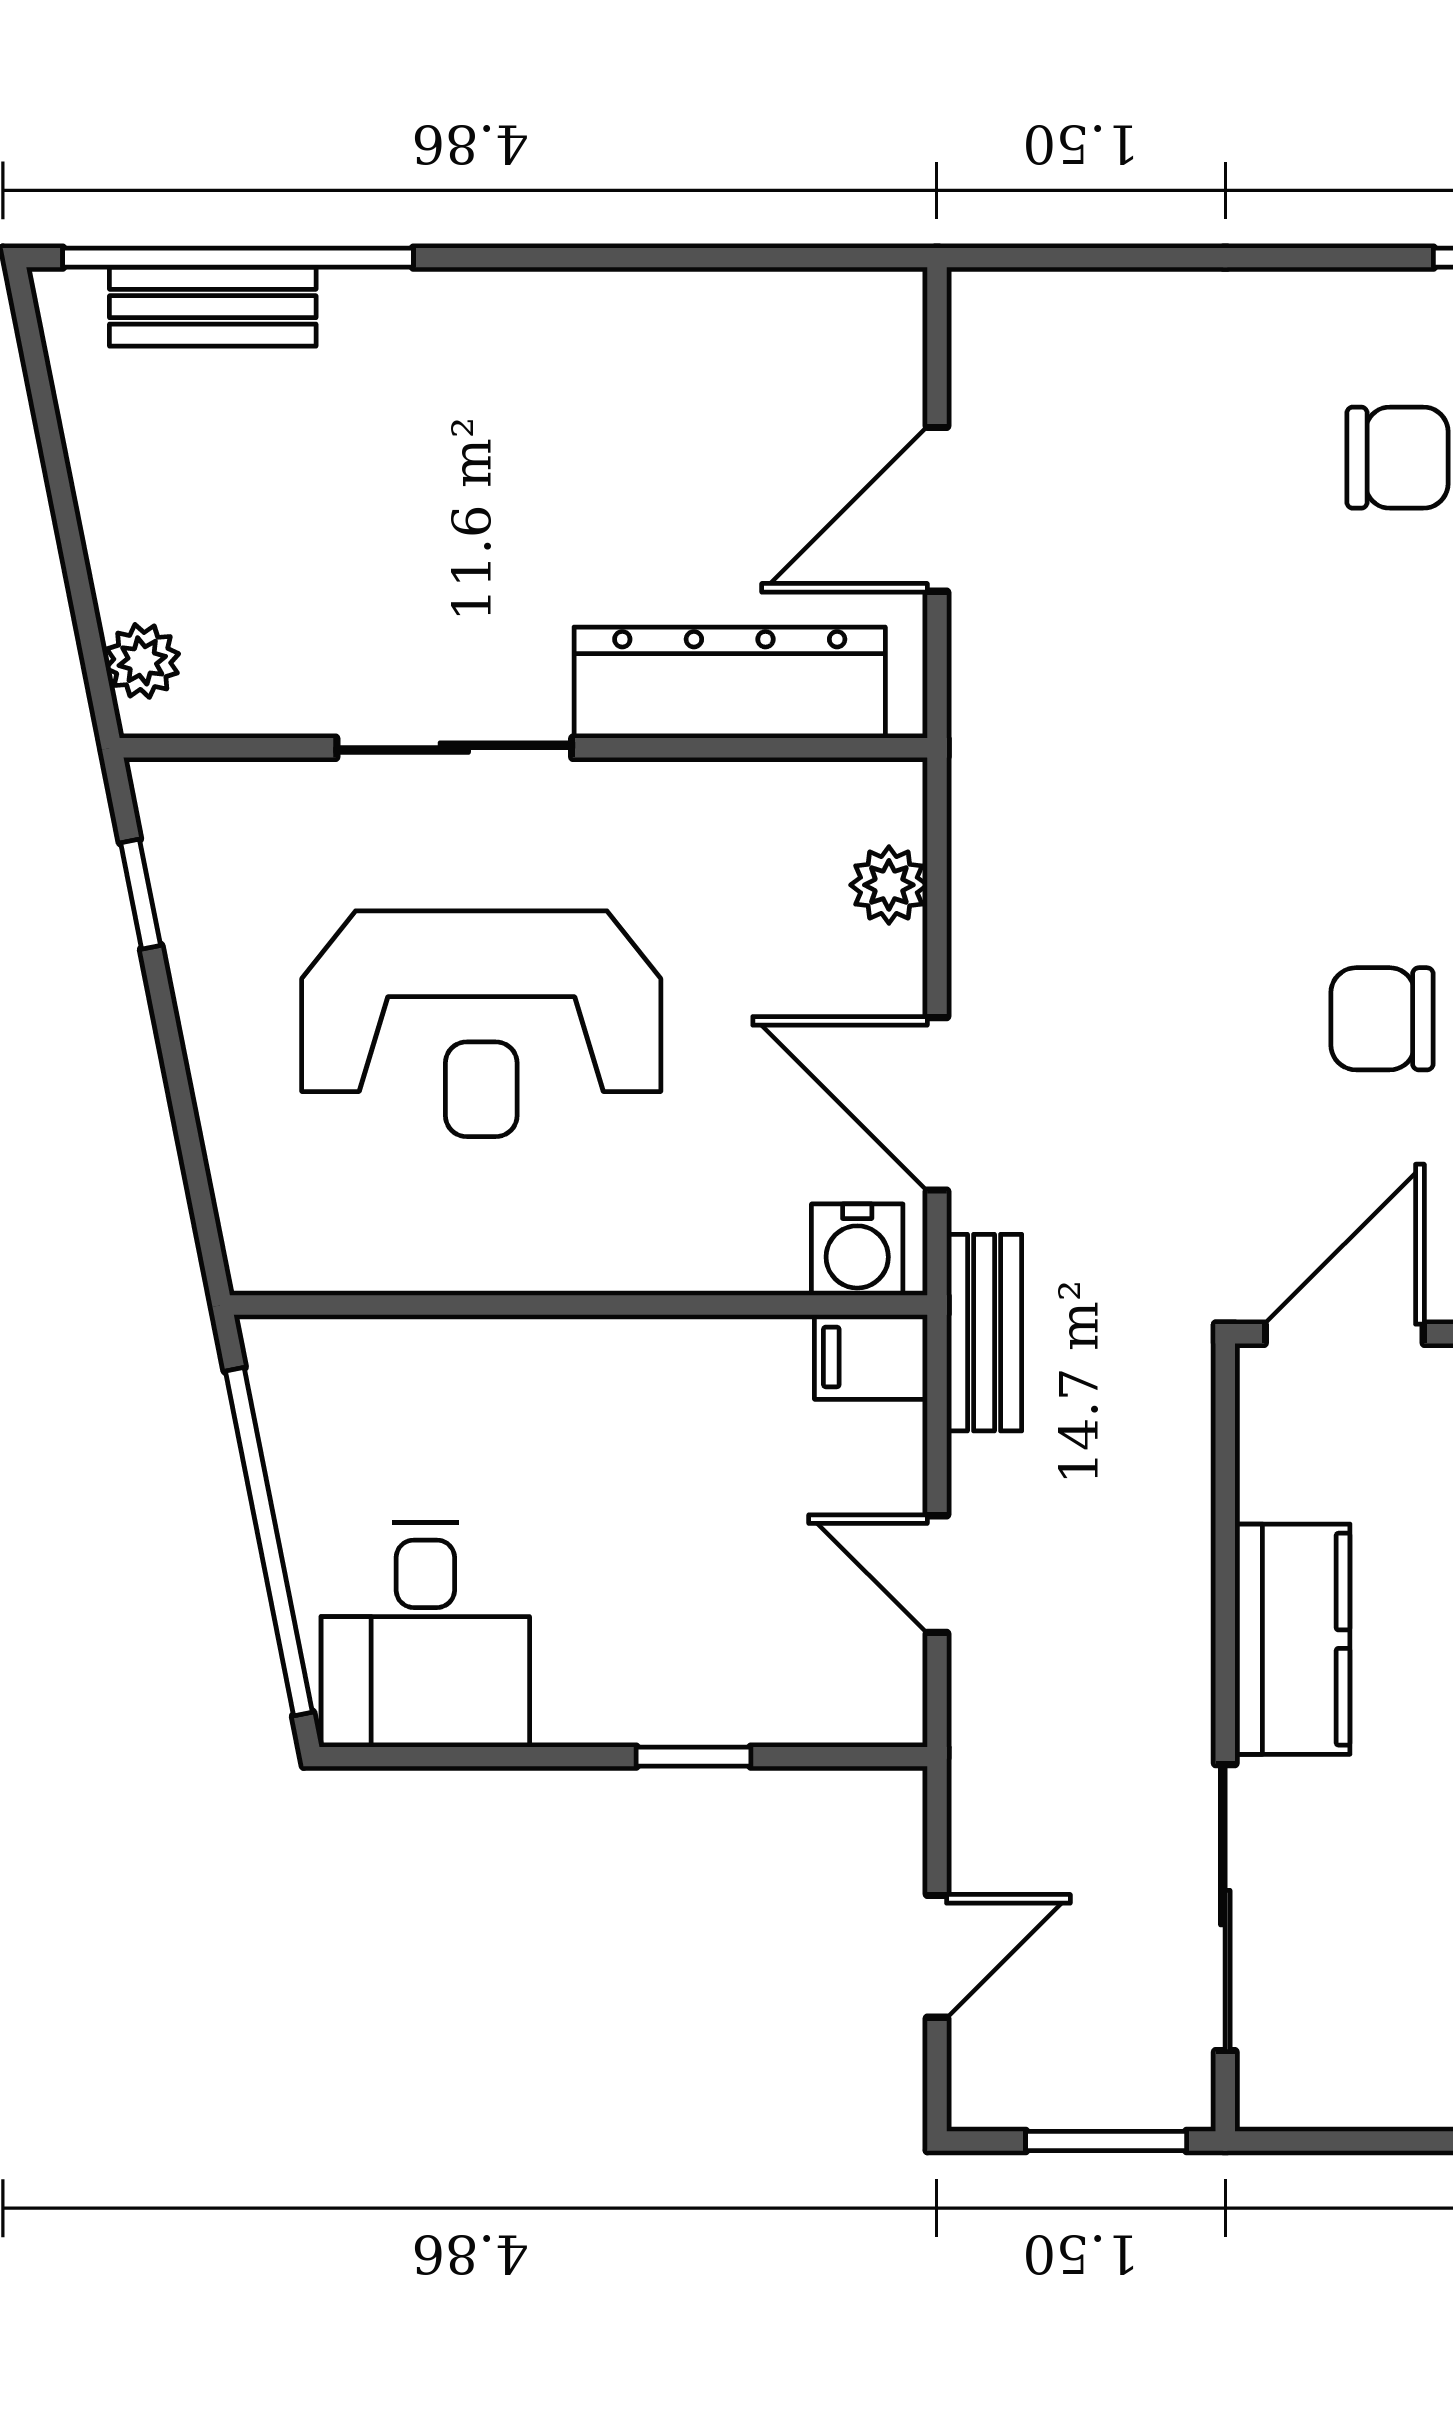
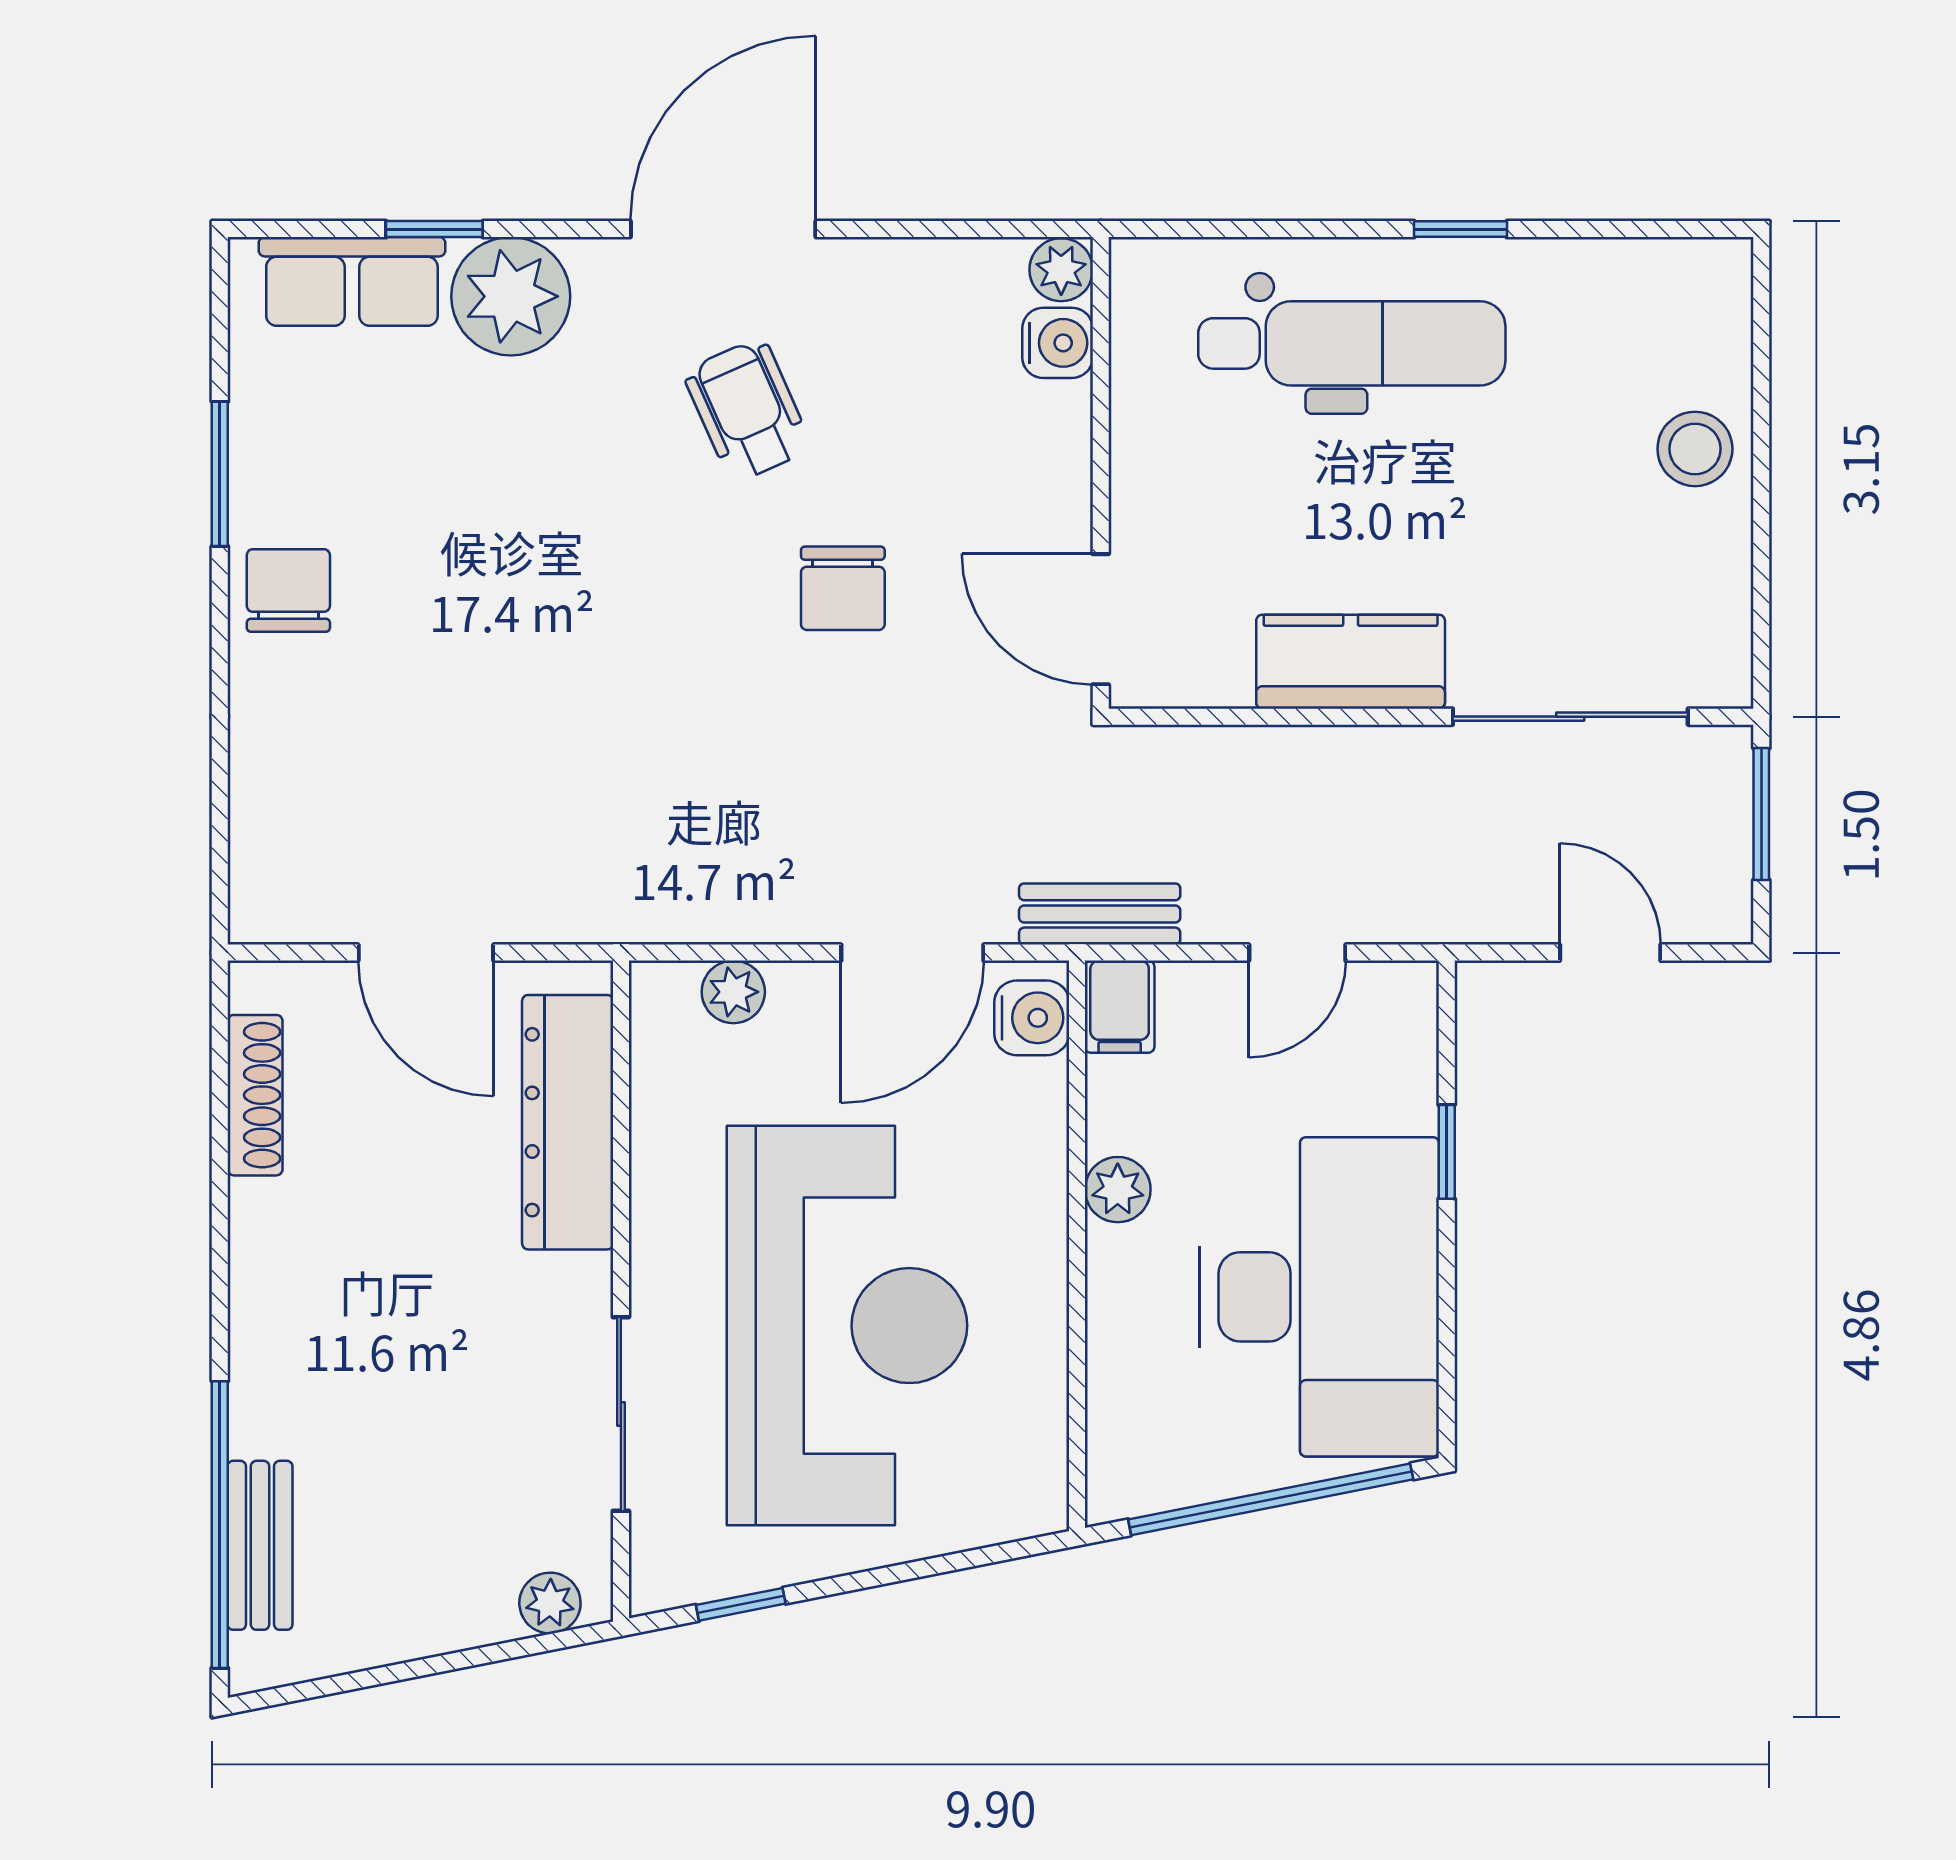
shoe rack: (763, 301) -> (255, 1095), added
chair: (1397, 458) -> (288, 590), moved
sliding door: (454, 748) -> (621, 1414), moved
reception desk: (481, 1024) -> (847, 1326), width x1.36, depth x1.30
plant: (647, 1355) -> (1118, 1190), added
desk: (425, 1635) -> (1319, 1297), width x1.87, depth x1.30

